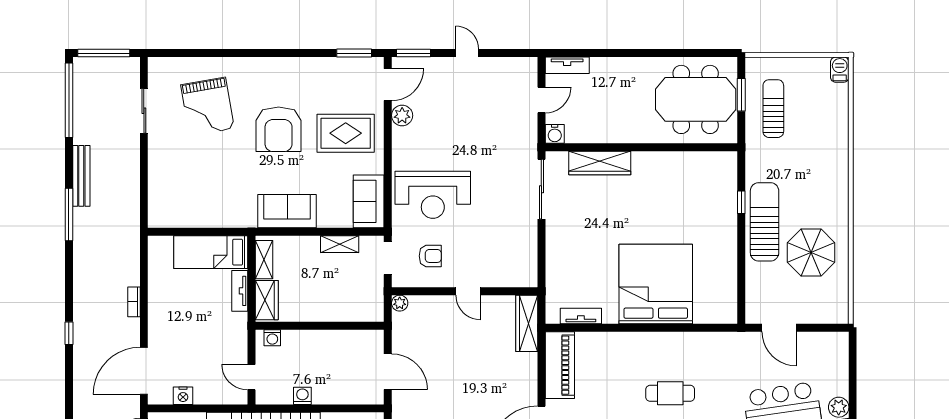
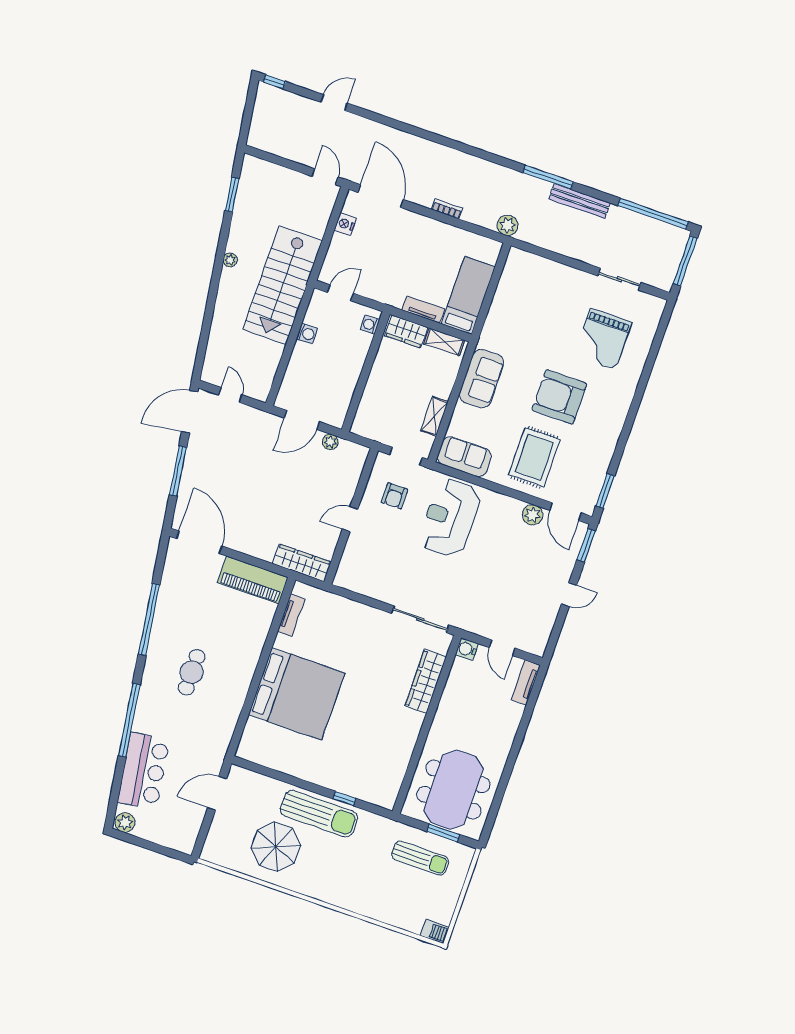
grand piano: (208, 107) -> (603, 339), turned -80
plant: (129, 238) -> (508, 225), added
plant: (400, 303) -> (330, 442), moved
window: (69, 333) -> (439, 139), removed

